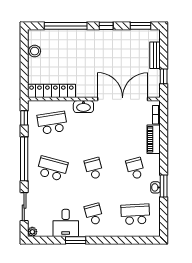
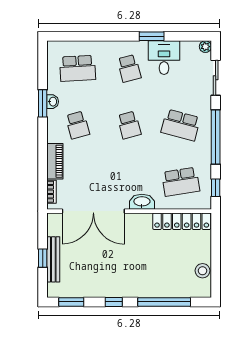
bench: (155, 55) -> (53, 259), width x1.36
window: (164, 76) -> (43, 258), moved

